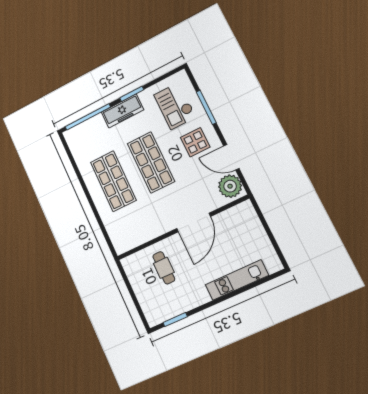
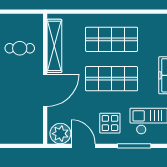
door: (231, 157) -> (83, 146), hinge flipped
door: (194, 223) -> (45, 90), swing flipped
shelving: (145, 234) -> (54, 46), added

